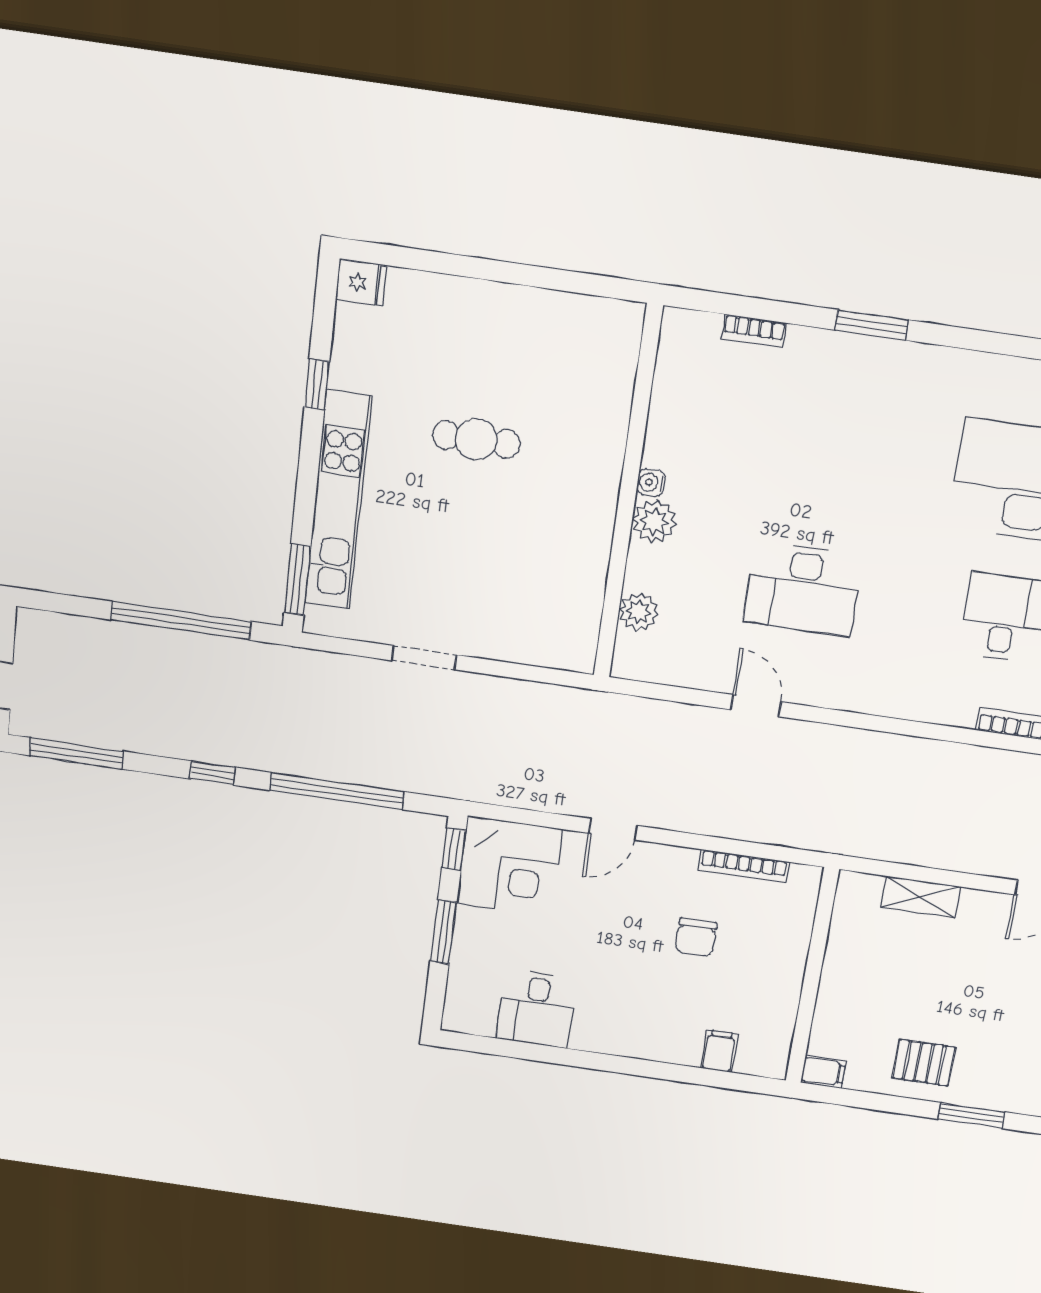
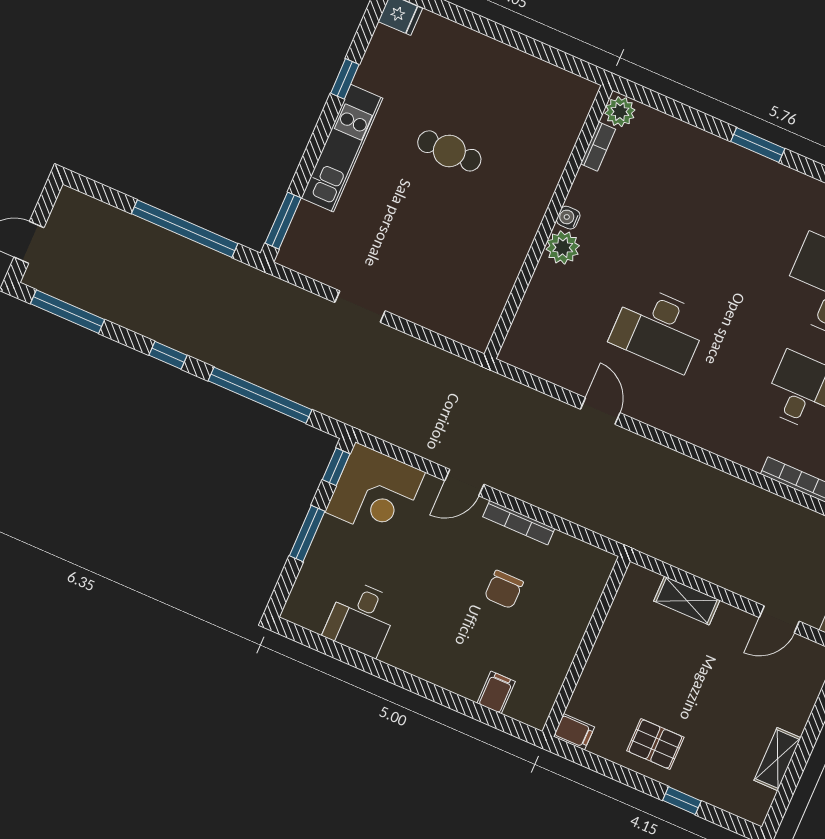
bookcase: (754, 331) -> (598, 147), moved, turned -90
kitchen unit: (338, 500) -> (342, 148), width x0.73
plant: (639, 612) -> (620, 112), moved
bookcase: (744, 866) -> (519, 523), moved
window: (971, 1116) -> (682, 801), width x0.67

